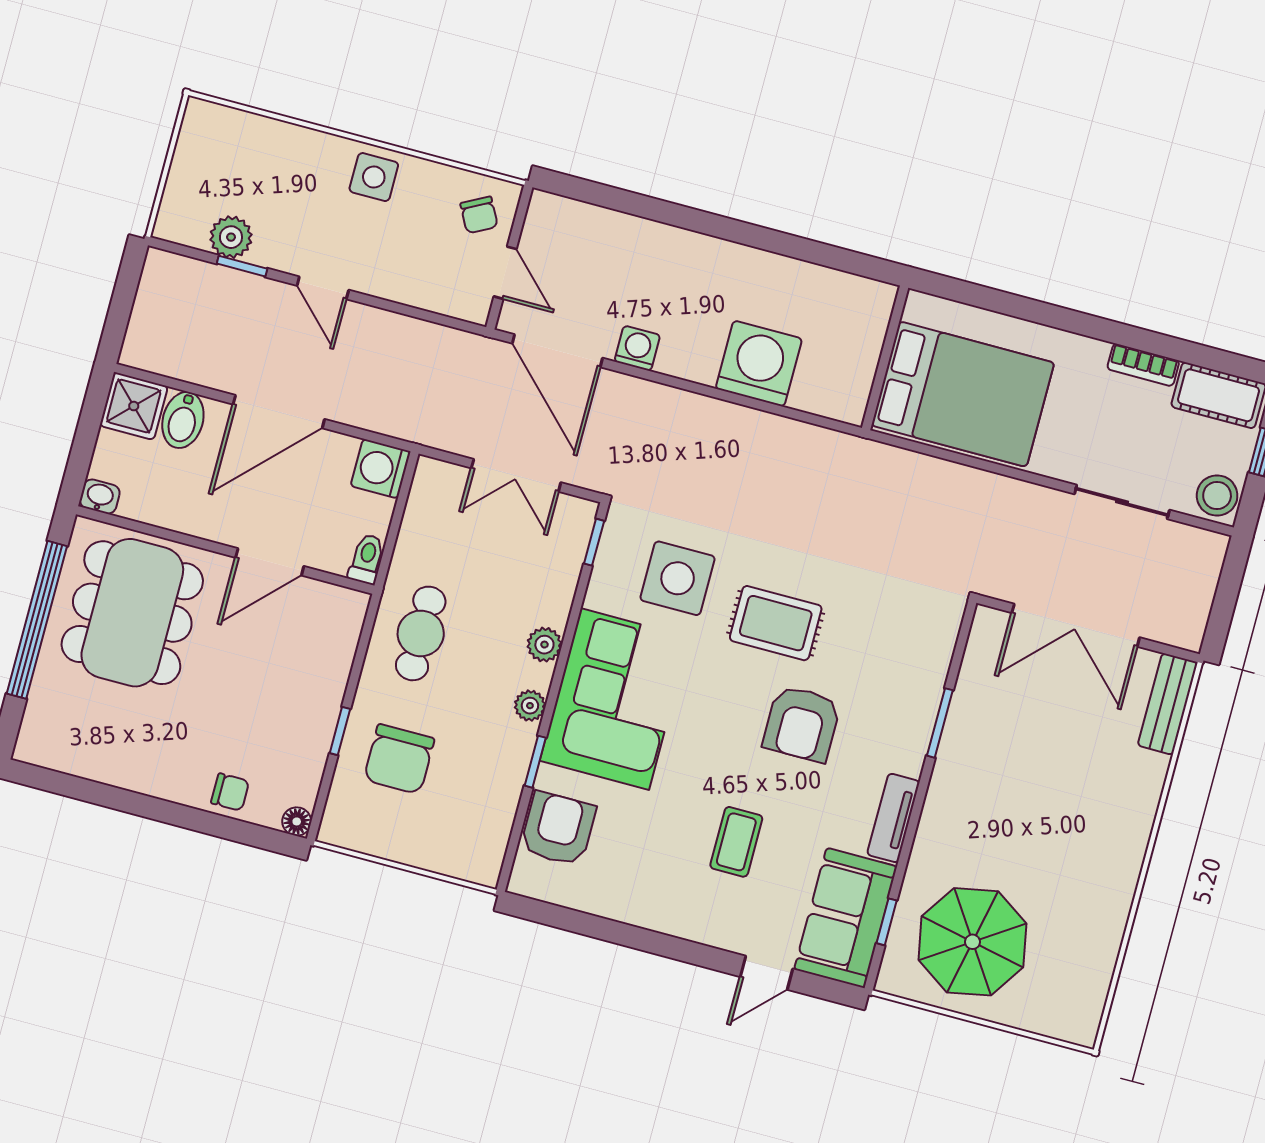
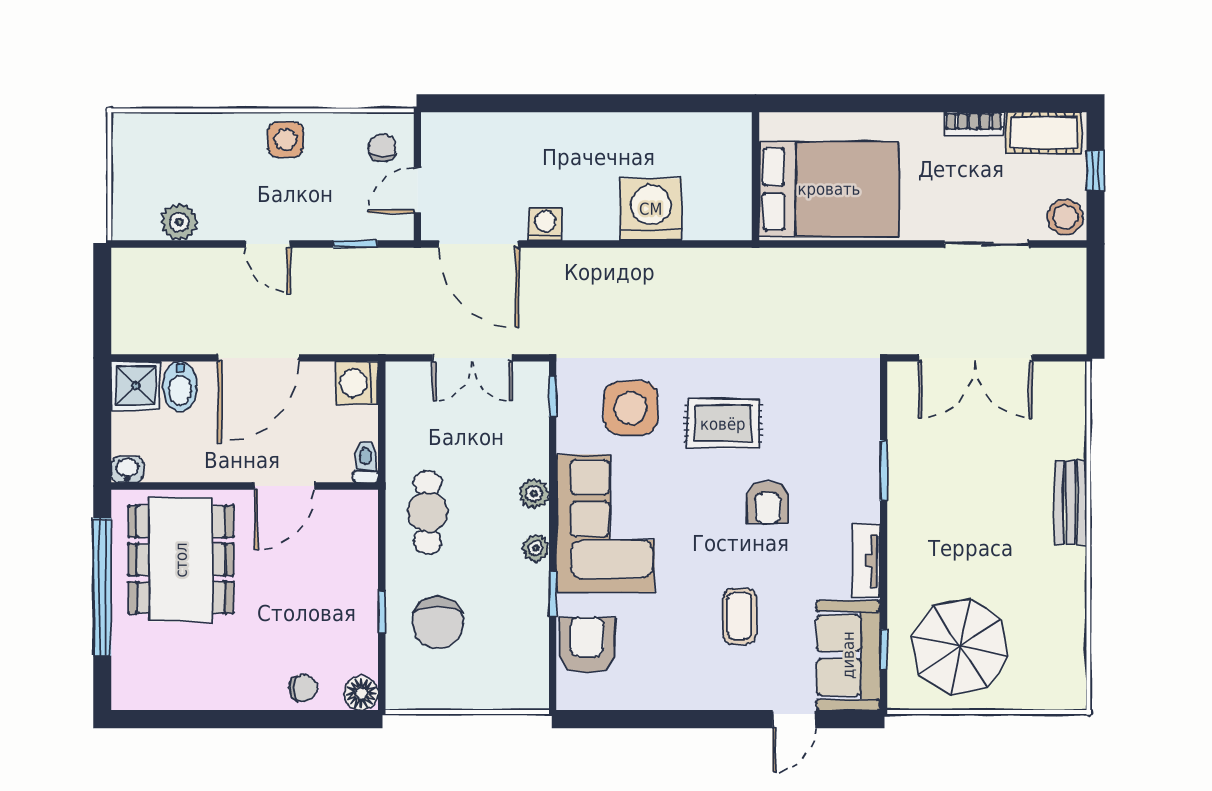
chair: (479, 215) -> (382, 148), turned -152
window: (242, 266) -> (355, 244), moved
door: (505, 273) -> (417, 190), swing flipped
bench: (1168, 704) -> (1071, 503), moved
armchair: (802, 724) -> (768, 502), width x0.72, depth x0.72
floor lamp: (297, 821) -> (361, 693), width x1.37, depth x1.37

